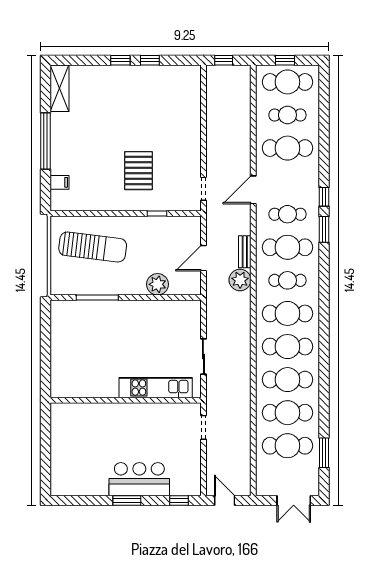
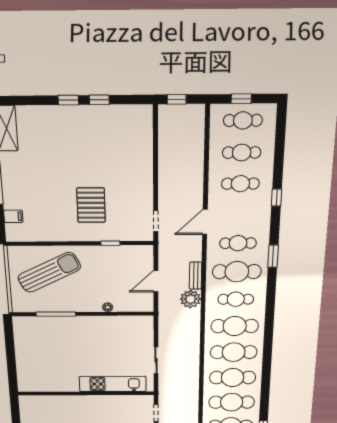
cafe table: (287, 82) -> (243, 120), width x0.73, depth x0.74
cafe table: (287, 148) -> (240, 184), width x0.73, depth x0.74
window: (324, 197) -> (277, 198), moved
sun lounger: (93, 247) -> (49, 272), turned -34
plant: (158, 284) -> (108, 307), width x0.53, depth x0.53

